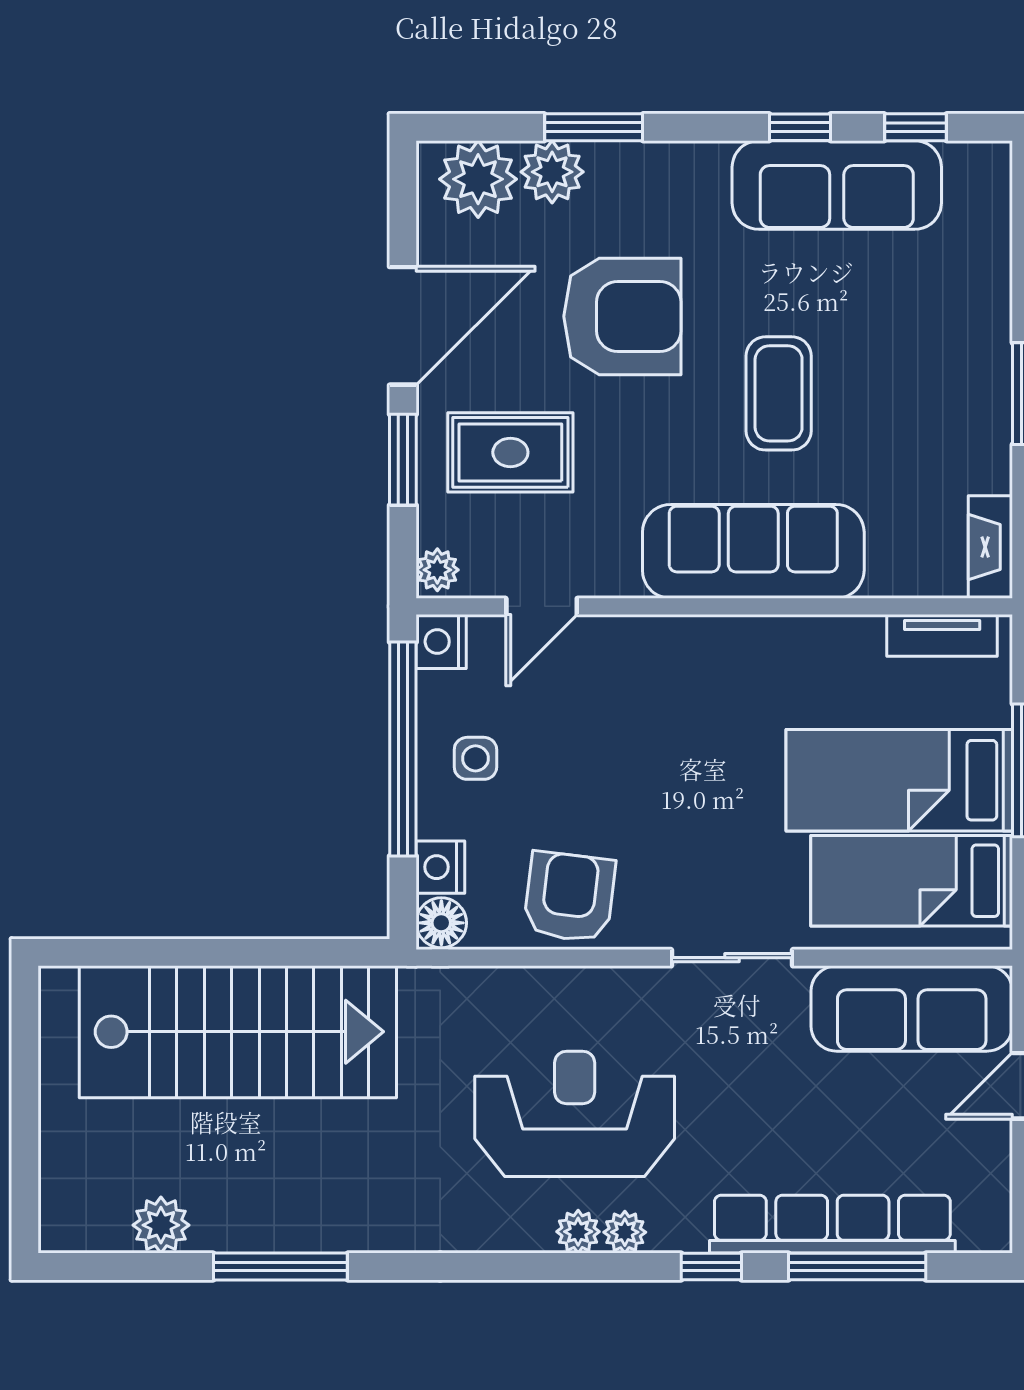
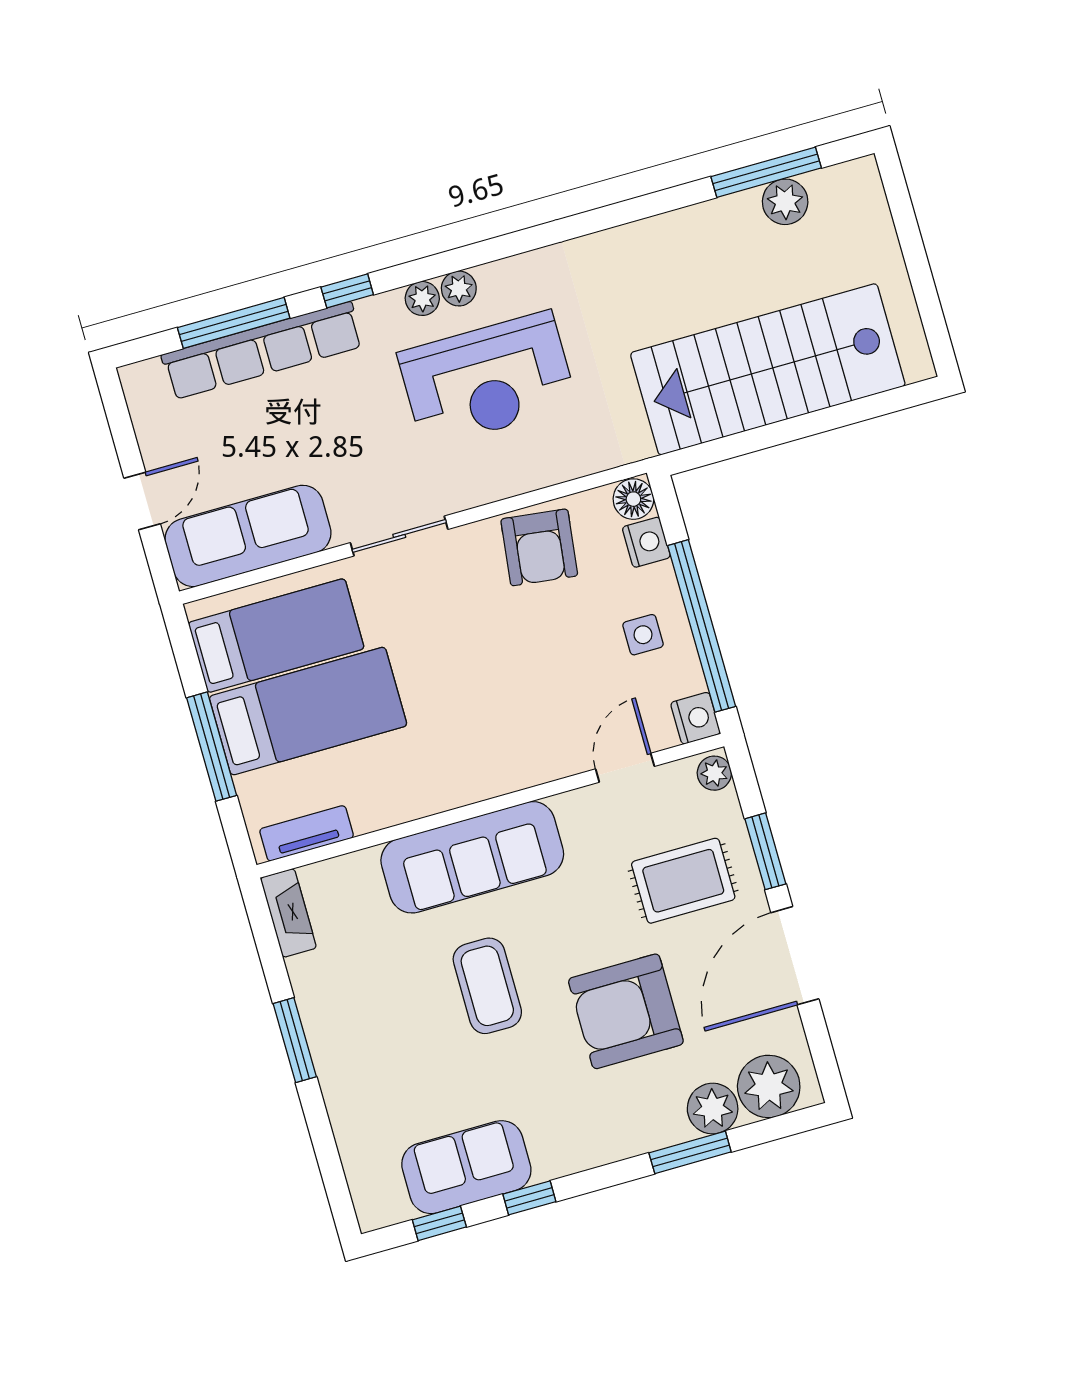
sofa: (837, 185) -> (466, 1167), width x0.73
window: (280, 1266) -> (766, 172), moved

